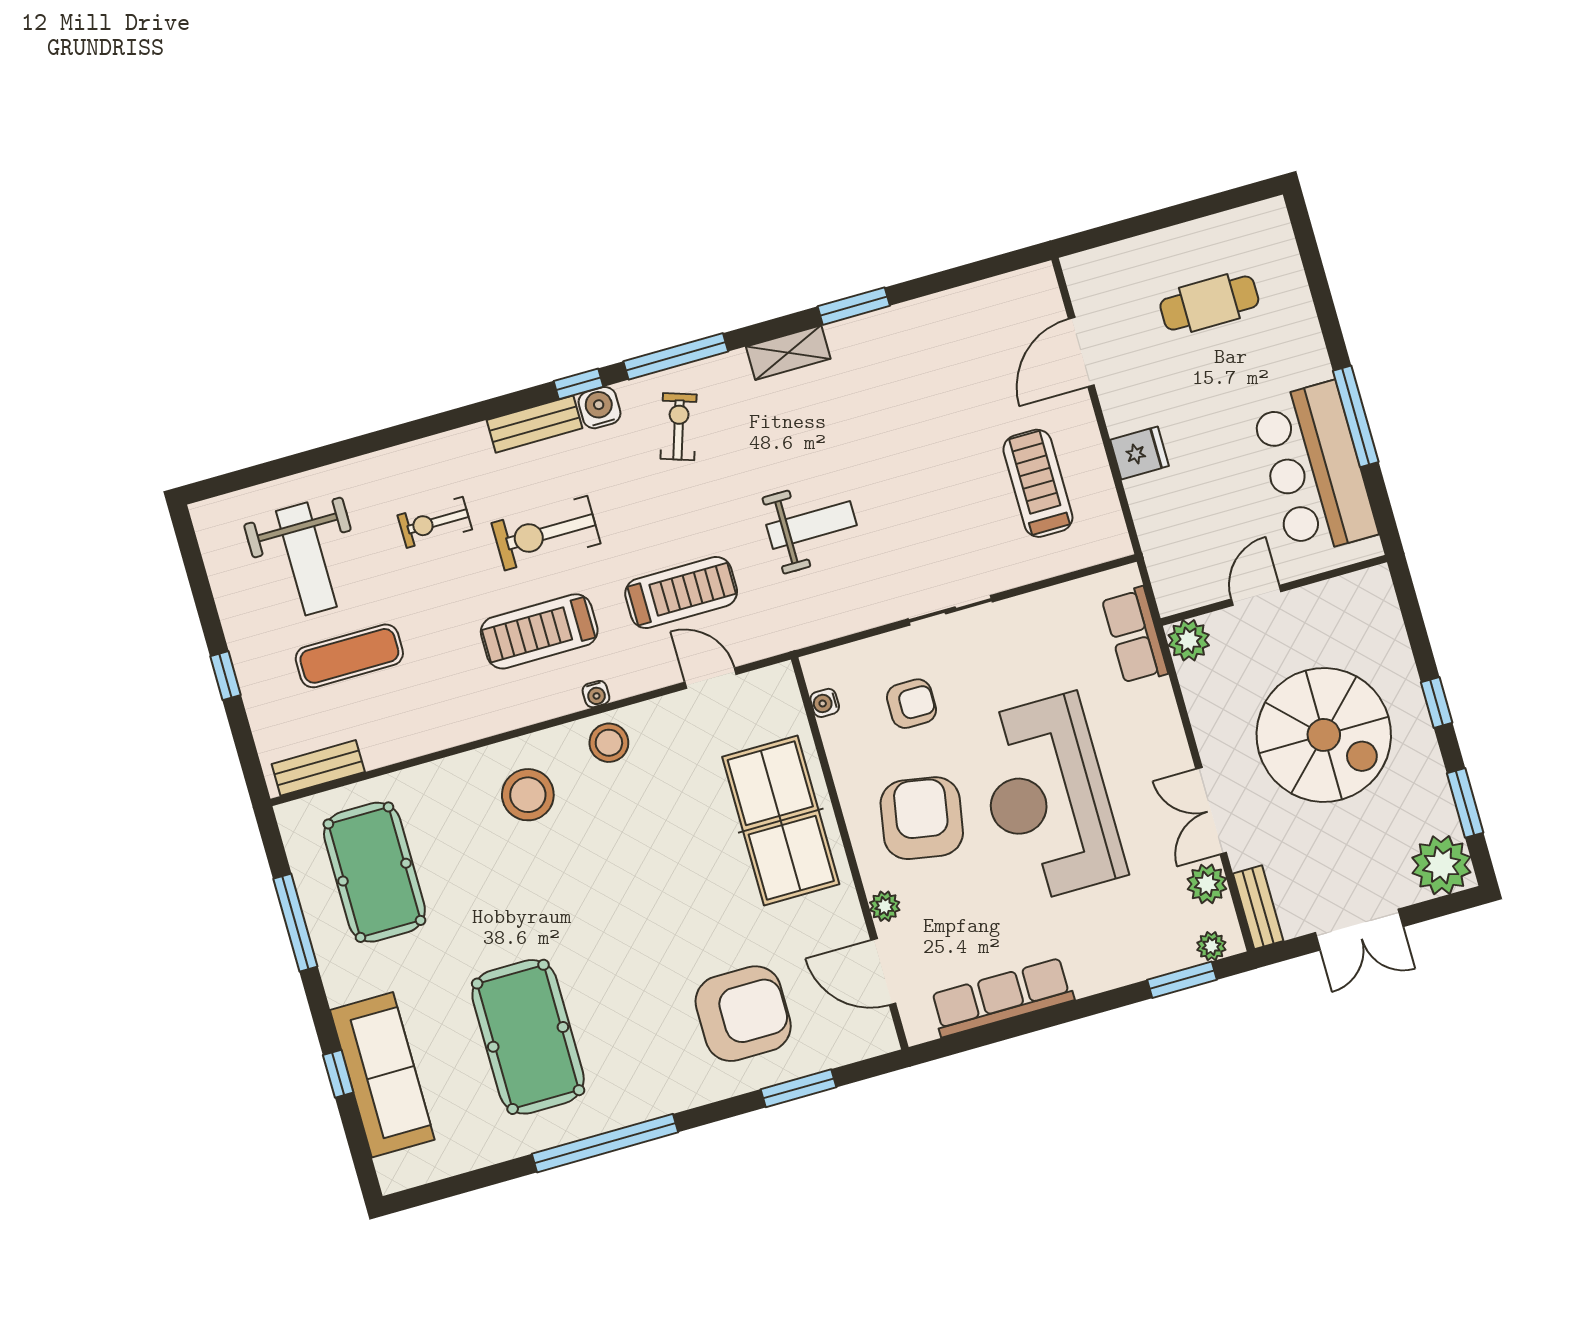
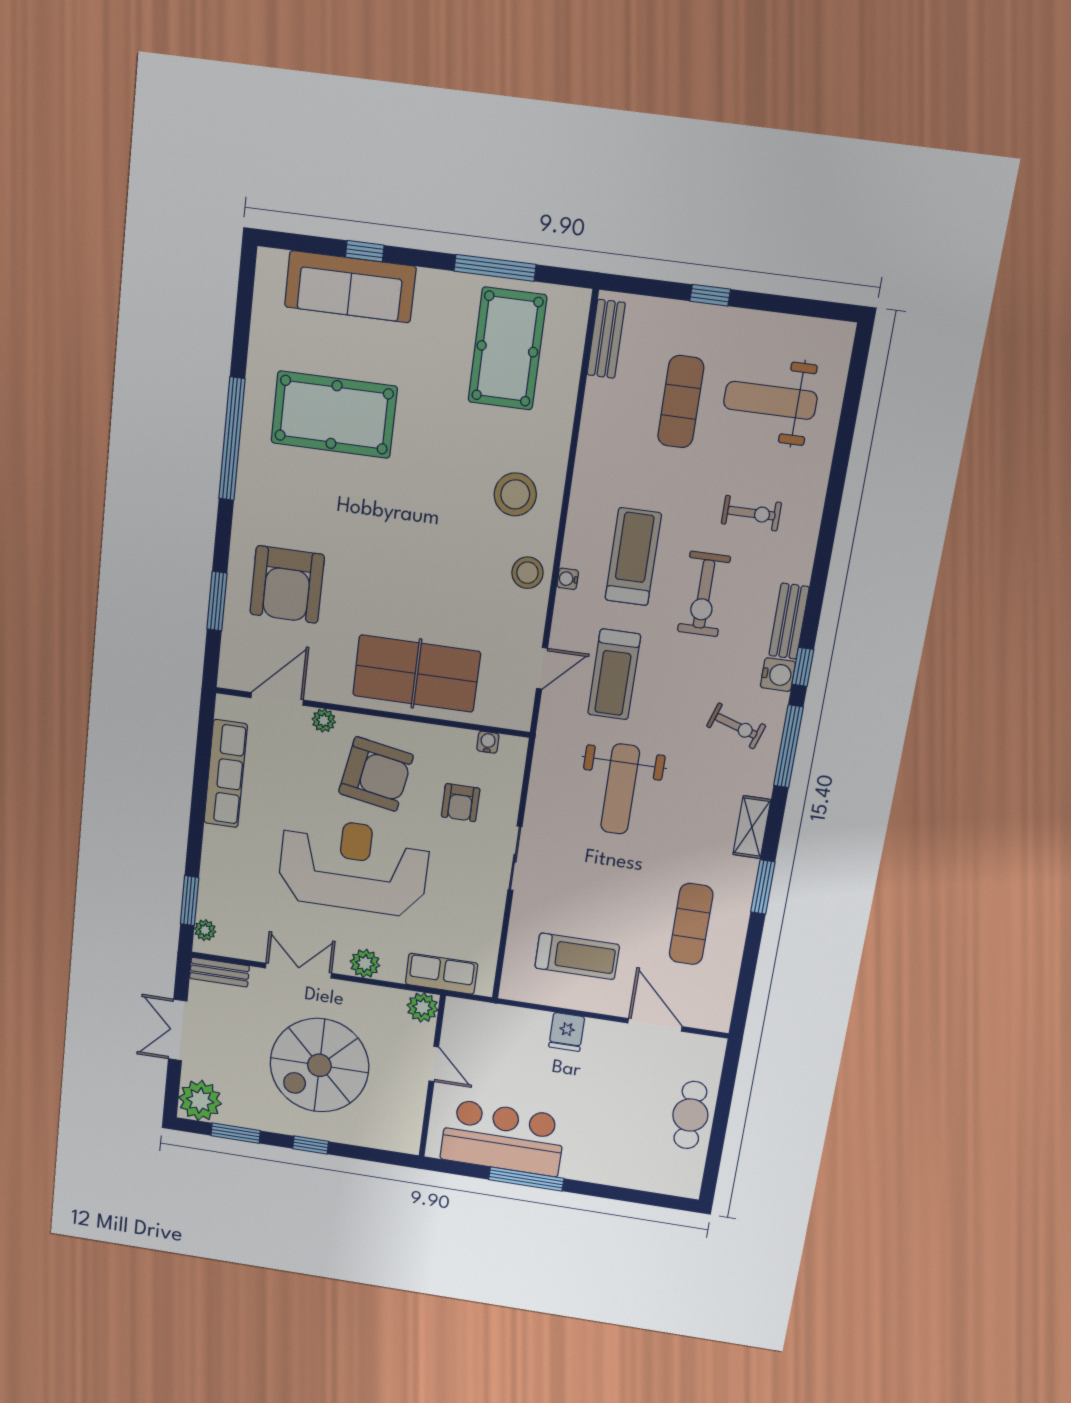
cafe table: (1209, 303) -> (690, 1115), moved
exercise mat: (936, 368) -> (691, 924), added
exercise bike: (435, 522) -> (751, 513), turned 90
weight bench: (812, 525) -> (620, 789), width x1.36, depth x1.33
exercise bike: (546, 533) -> (704, 594), turned 180
pool table: (374, 872) -> (507, 349), turned 90
plant: (1207, 884) -> (365, 963), moved

